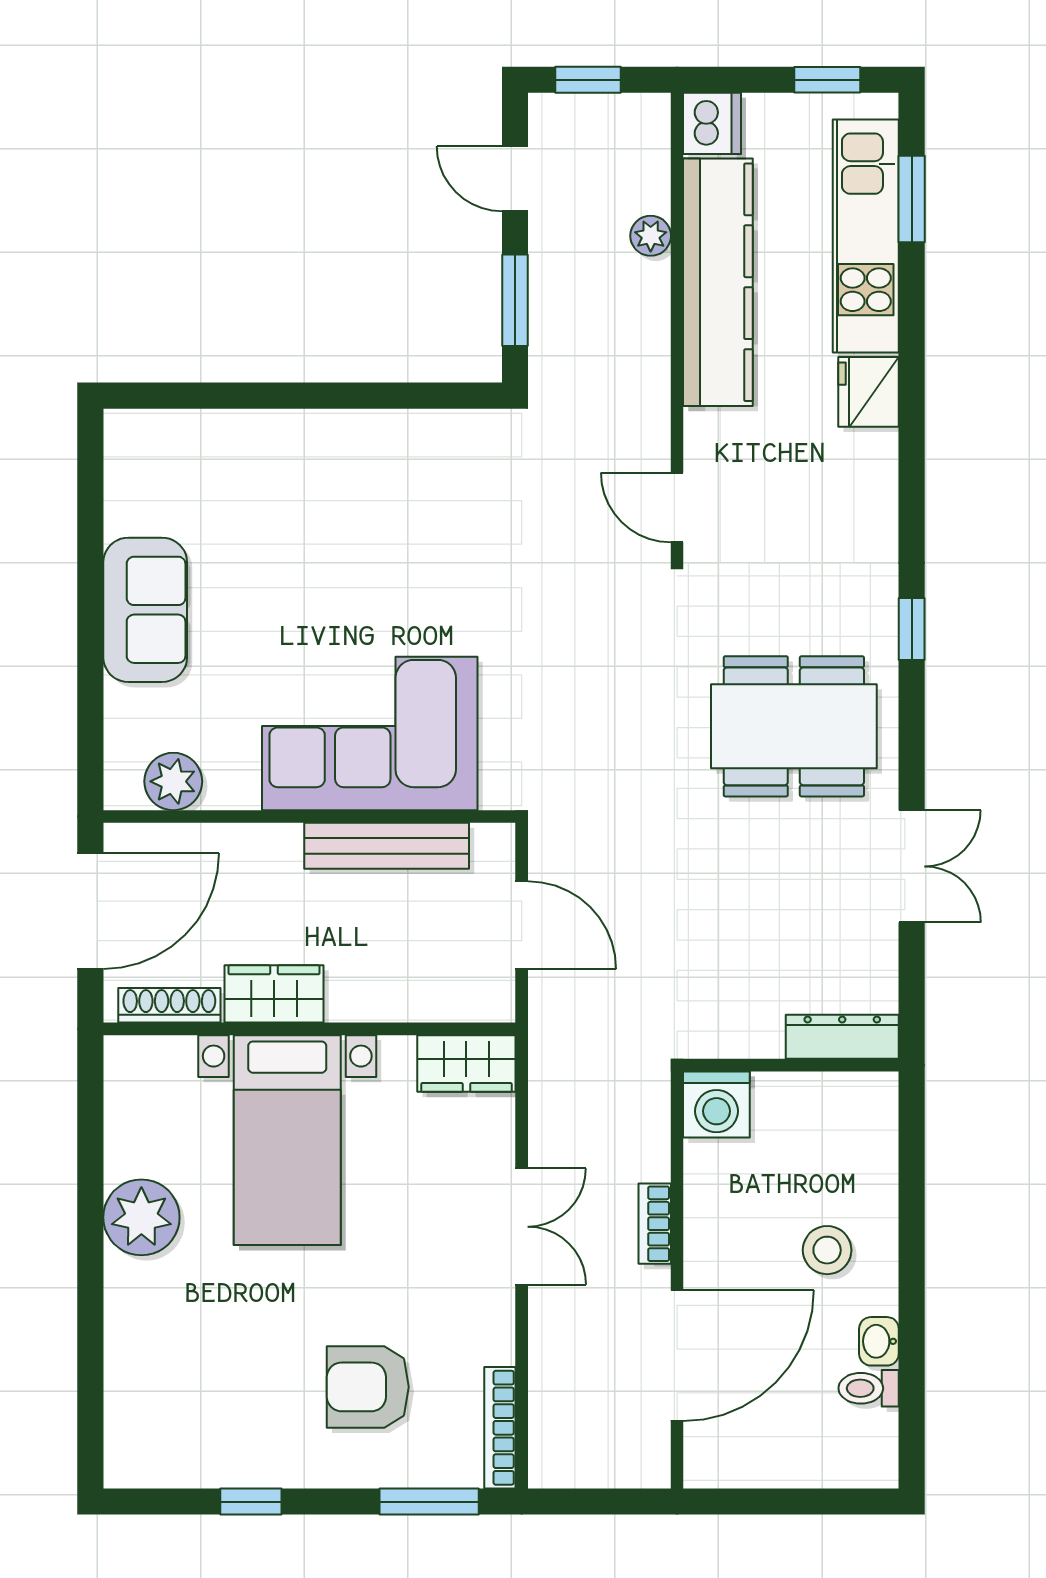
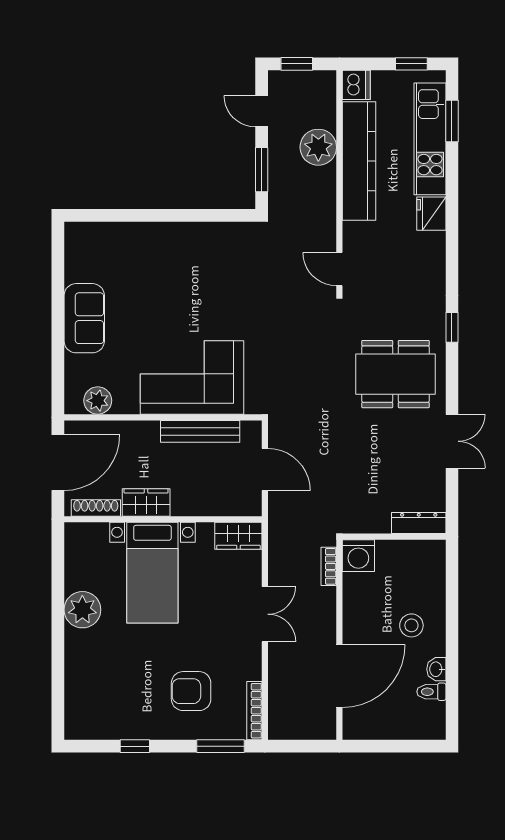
plant: (651, 236) -> (318, 147), width x1.87, depth x1.87
bookcase: (655, 1224) -> (329, 566), moved

